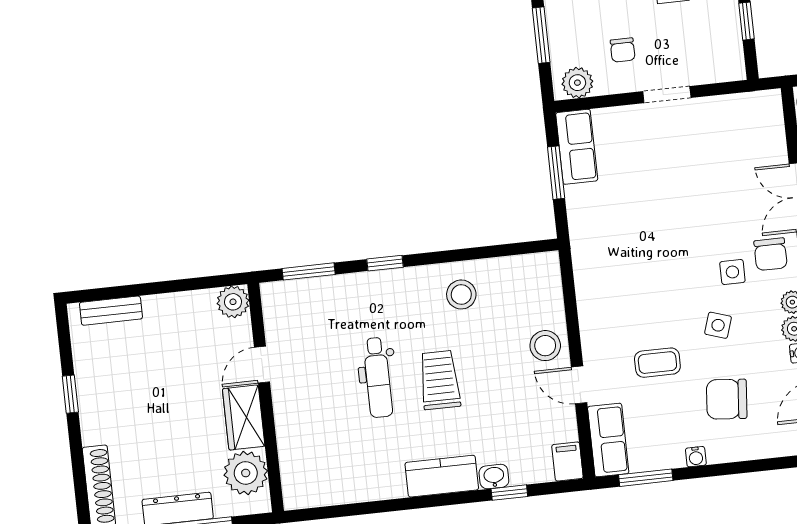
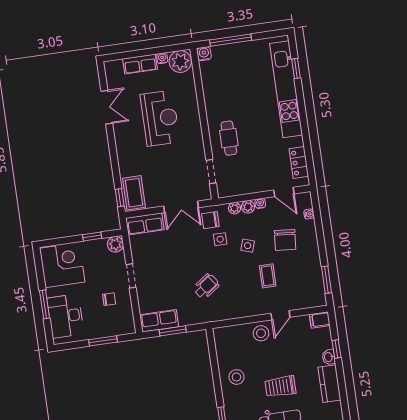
plant: (577, 83) -> (115, 244), moved
wheelchair: (641, 242) -> (206, 286), added
chair: (771, 254) -> (210, 220), turned 180
row of seats: (608, 440) -> (145, 224), moved, turned 180
water cooler: (696, 457) -> (309, 214), moved

